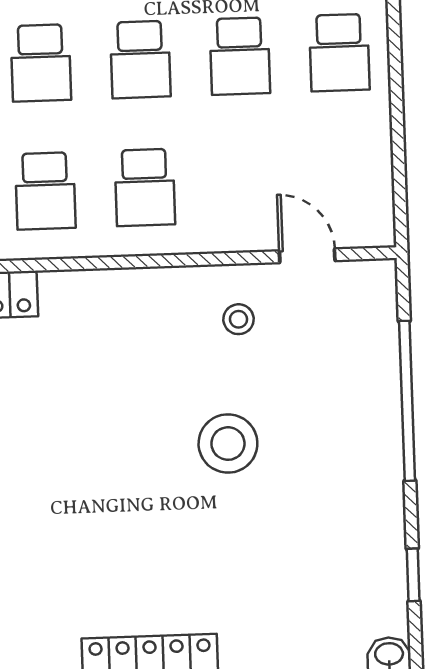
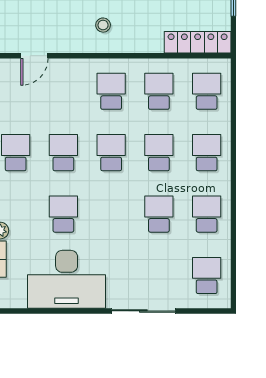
door: (307, 256) -> (34, 56), hinge flipped
stool: (238, 319) -> (103, 25), moved

